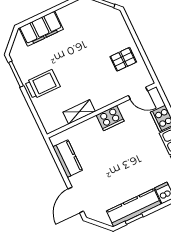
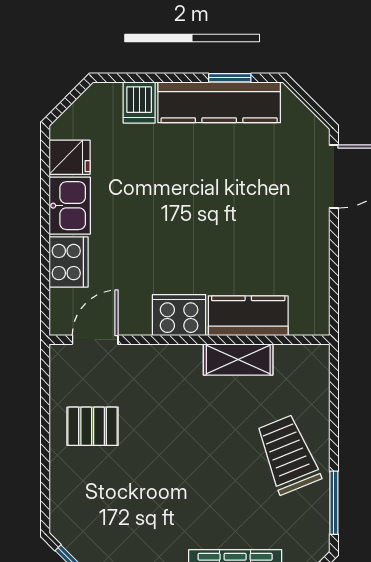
trolley: (43, 84) -> (288, 454), turned 68
door: (138, 93) -> (95, 340), hinge flipped
kitchen counter: (67, 159) -> (248, 316), moved, turned 90

